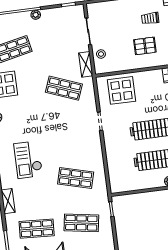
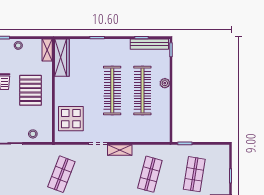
pallet: (145, 46) -> (31, 90), width x1.50, depth x1.42
shelving: (86, 64) -> (120, 150), moved

